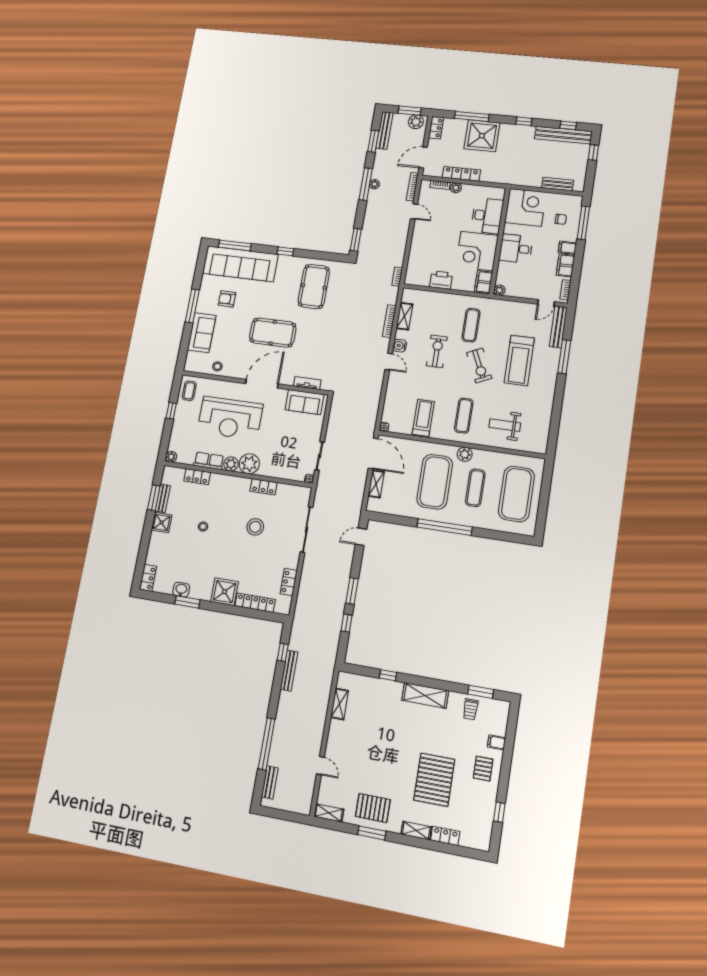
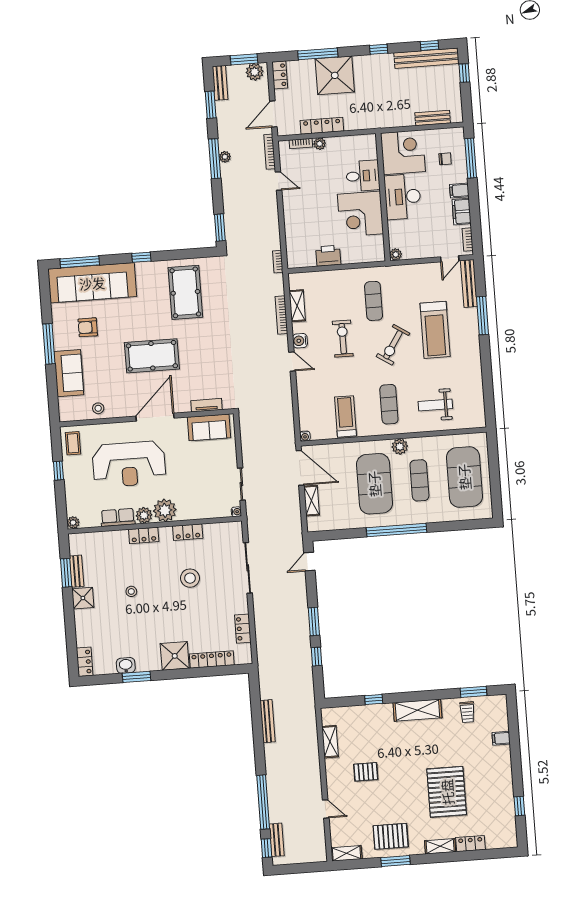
bench: (384, 131) -> (220, 83), width x0.73
desk: (487, 216) -> (363, 176), width x0.73
desk: (516, 249) -> (403, 197), width x1.37
filing cabinet: (484, 282) -> (376, 249), removed
exercise bike: (479, 366) -> (393, 345), turned 58
locker: (197, 477) -> (144, 535), moved
window: (283, 652) -> (267, 848), moved
pallet: (483, 769) -> (366, 772), moved, turned 90

